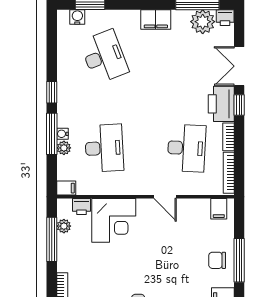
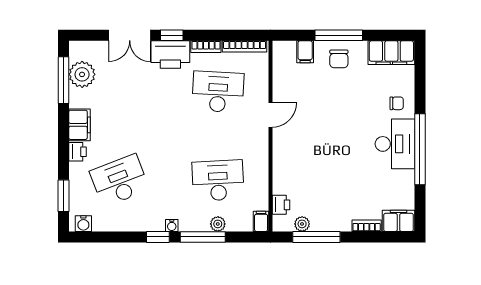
water cooler: (77, 17) -> (83, 224), moved, turned -90
printer: (225, 18) -> (77, 152), moved
water cooler: (62, 134) -> (172, 225), moved
filing cabinet: (219, 209) -> (305, 52), moved, turned 90
corner desk: (114, 220) -> (296, 170), removed

